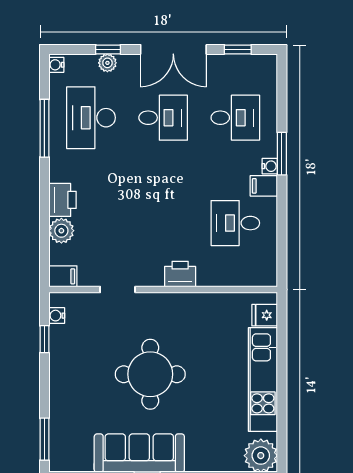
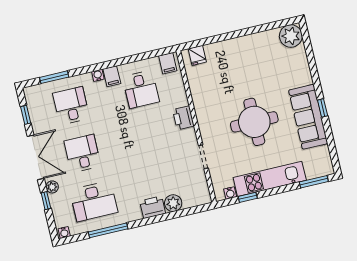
plant: (107, 63) -> (52, 187), moved
window: (282, 154) -> (54, 77), moved
filing cabinet: (63, 276) -> (168, 63), moved, turned 180
kitchen unit: (263, 380) -> (270, 179), moved, turned 180

